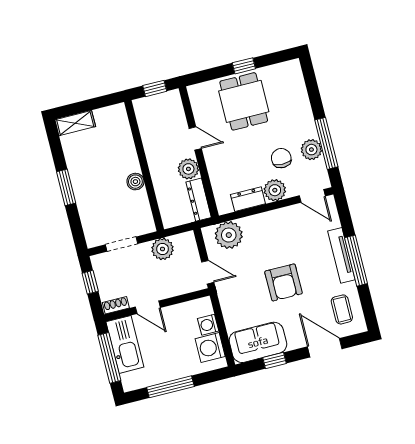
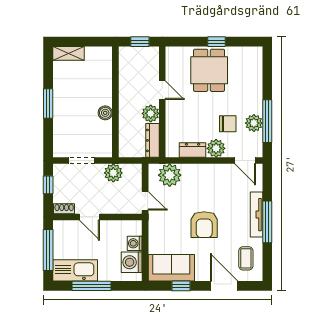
chair: (281, 158) -> (228, 124), turned 90
kitchen sink: (125, 344) -> (75, 270), moved, turned -90

